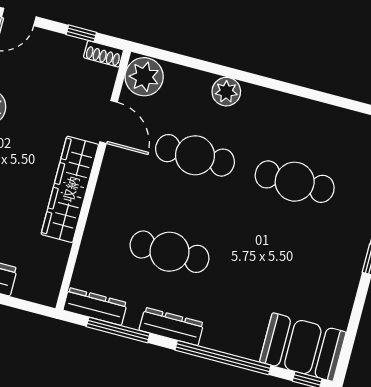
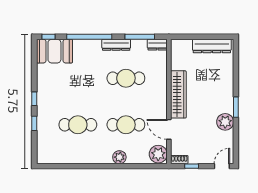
dresser: (95, 306) -> (157, 45), width x0.70

